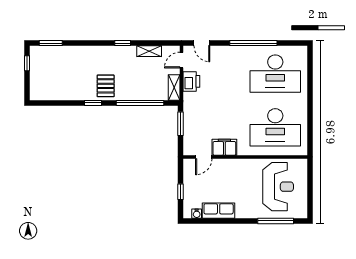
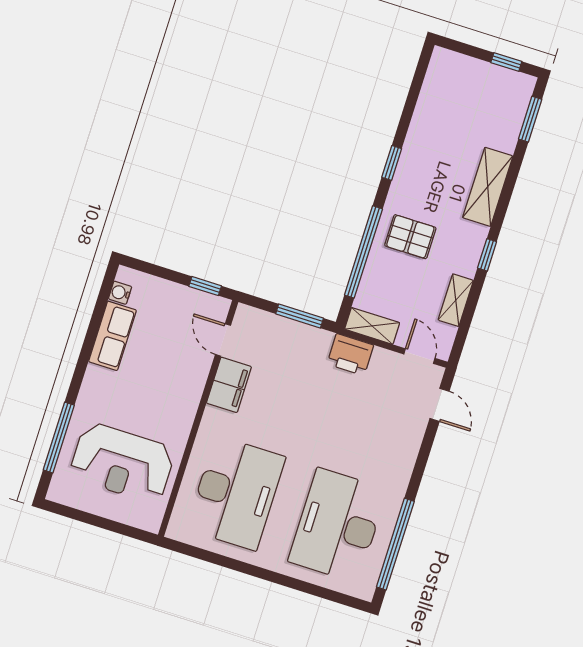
door: (202, 43) -> (439, 405), swing flipped
window: (253, 43) -> (395, 544), moved
shelving: (90, 53) -> (488, 187), added
printer: (191, 81) -> (350, 355), moved
pallet: (106, 86) -> (410, 237), moved
desk: (275, 127) -> (236, 493), turned 180
window: (181, 192) -> (205, 286), moved

